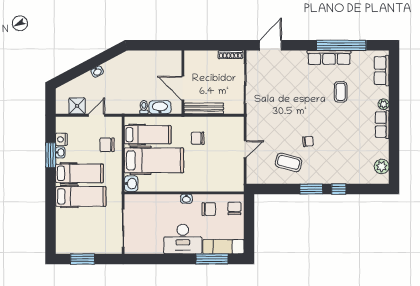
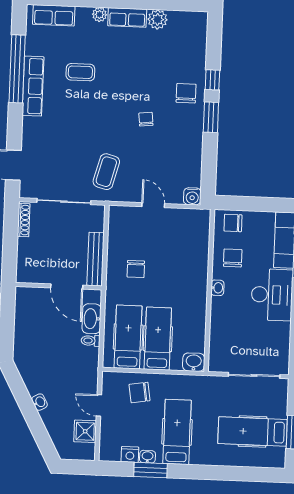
door: (183, 88) -> (67, 287), hinge flipped
chair: (107, 145) -> (140, 393), turned 81
hospital bed: (154, 160) -> (158, 339), width x0.73, depth x0.78
coffee table: (289, 162) -> (106, 172), moved
plant: (382, 166) -> (158, 19), moved
chair: (328, 170) -> (186, 93), added
water cooler: (253, 178) -> (192, 196), added
hospital bed: (81, 196) -> (253, 431), moved, turned -90

